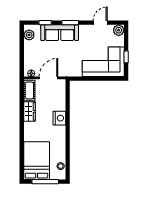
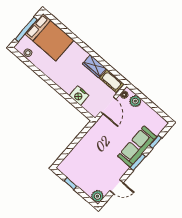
door: (100, 23) -> (117, 187), hinge flipped
plant: (29, 35) -> (135, 101), moved
corner sofa: (103, 62) -> (83, 161), removed
nightstand: (59, 118) -> (79, 96), moved

